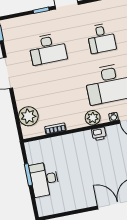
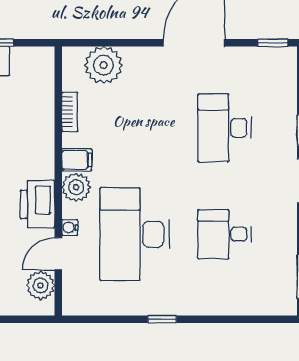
filing cabinet: (79, 120) -> (77, 160), added
printer: (99, 134) -> (37, 204), width x1.87, depth x1.48

